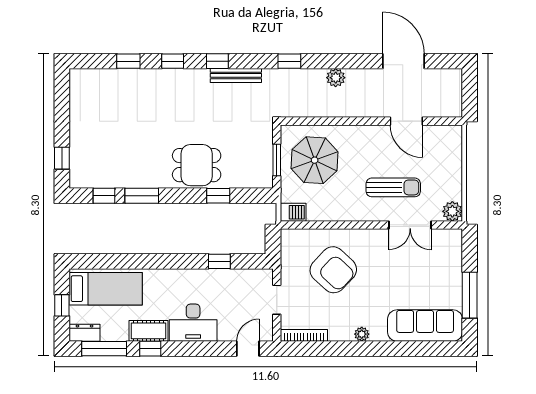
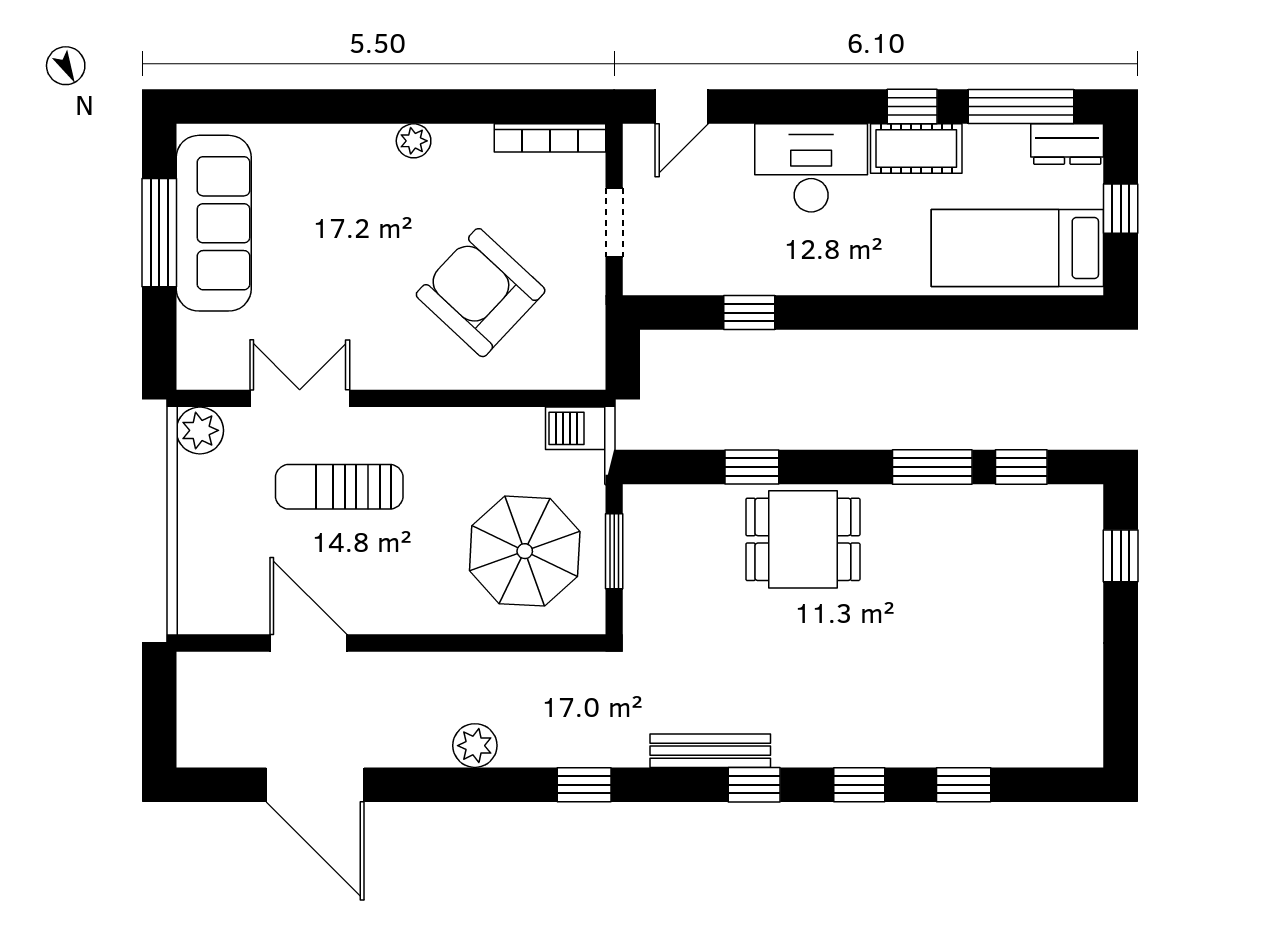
sofa: (425, 326) -> (214, 223), moved, turned -90

